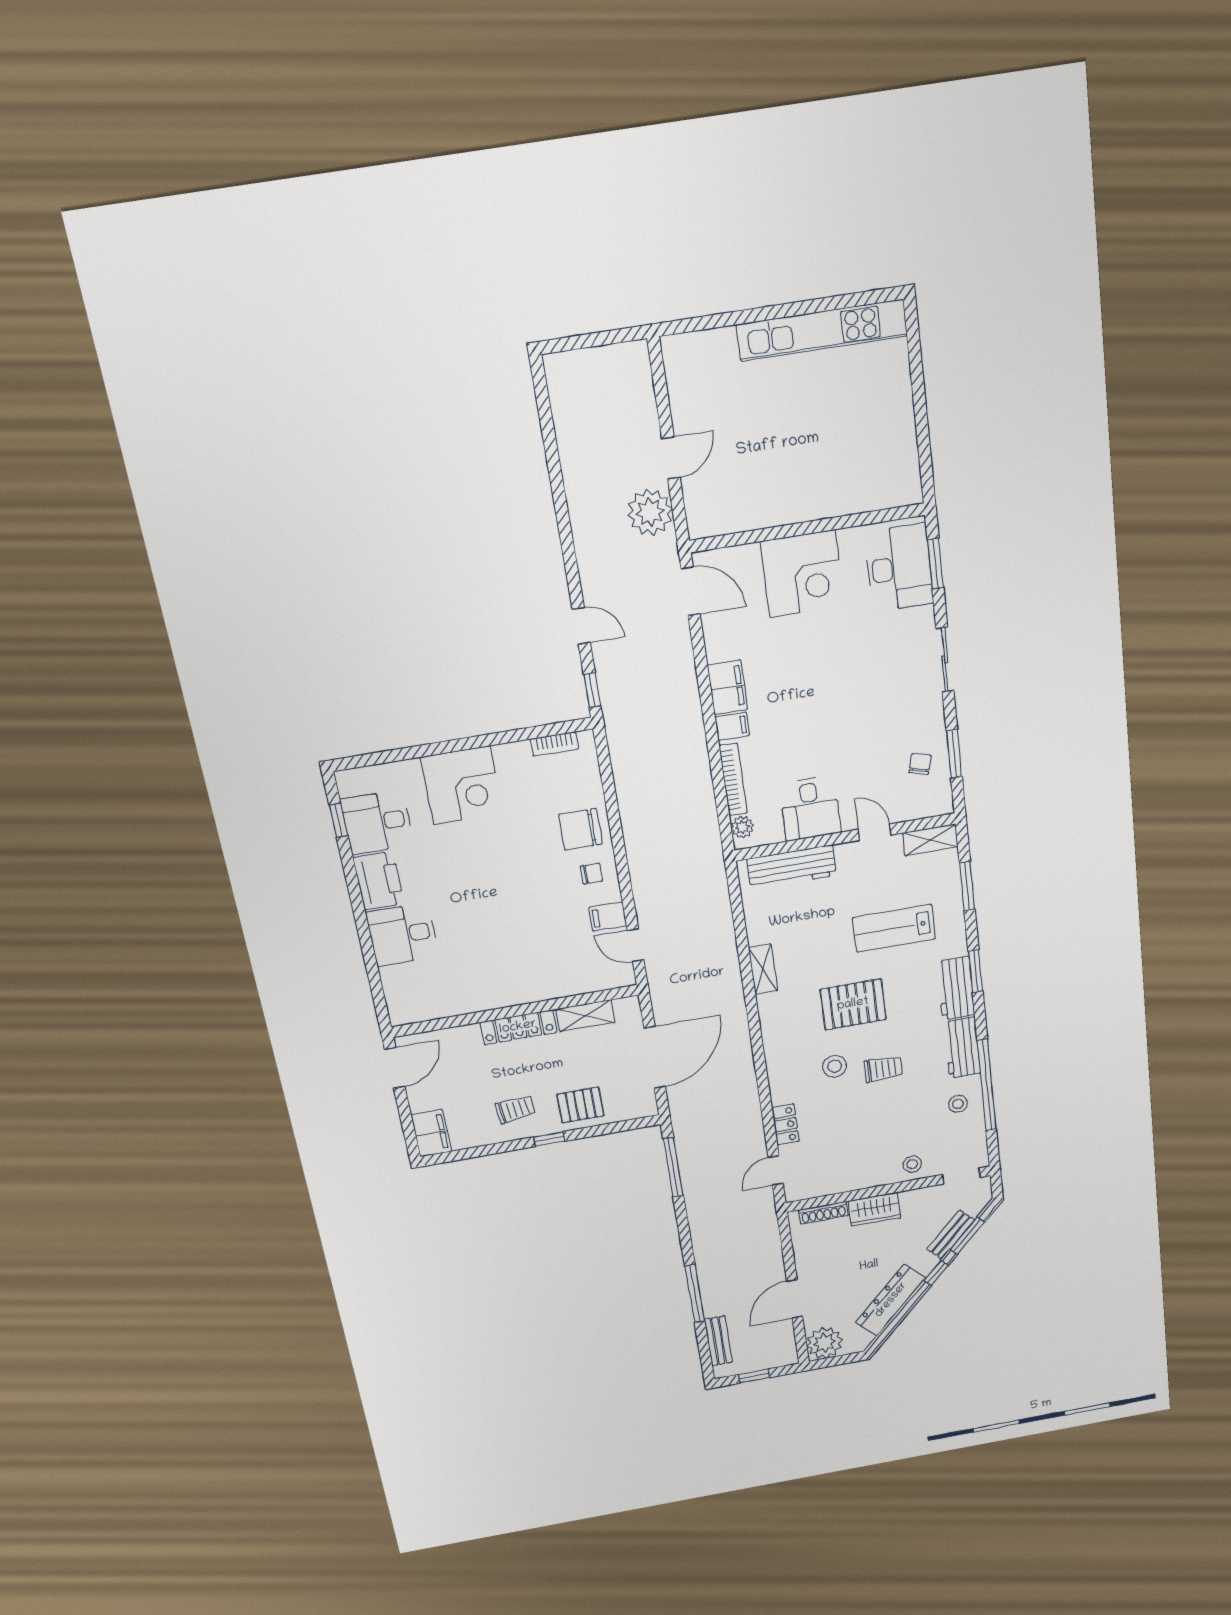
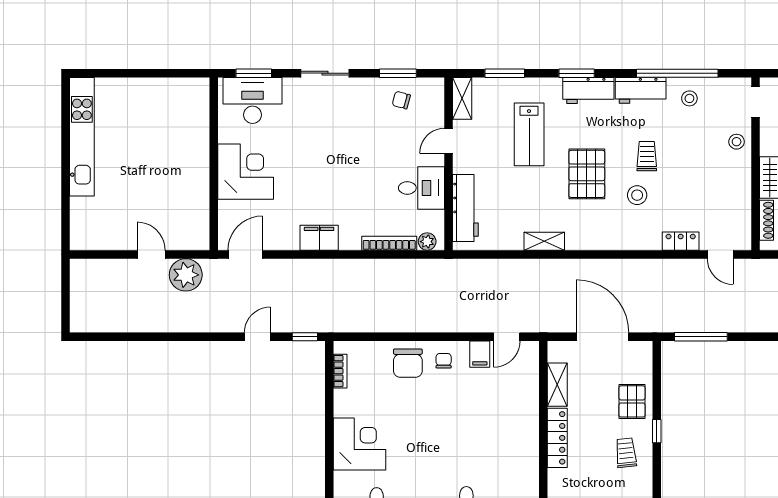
filing cabinet: (732, 726) -> (349, 238), removed

